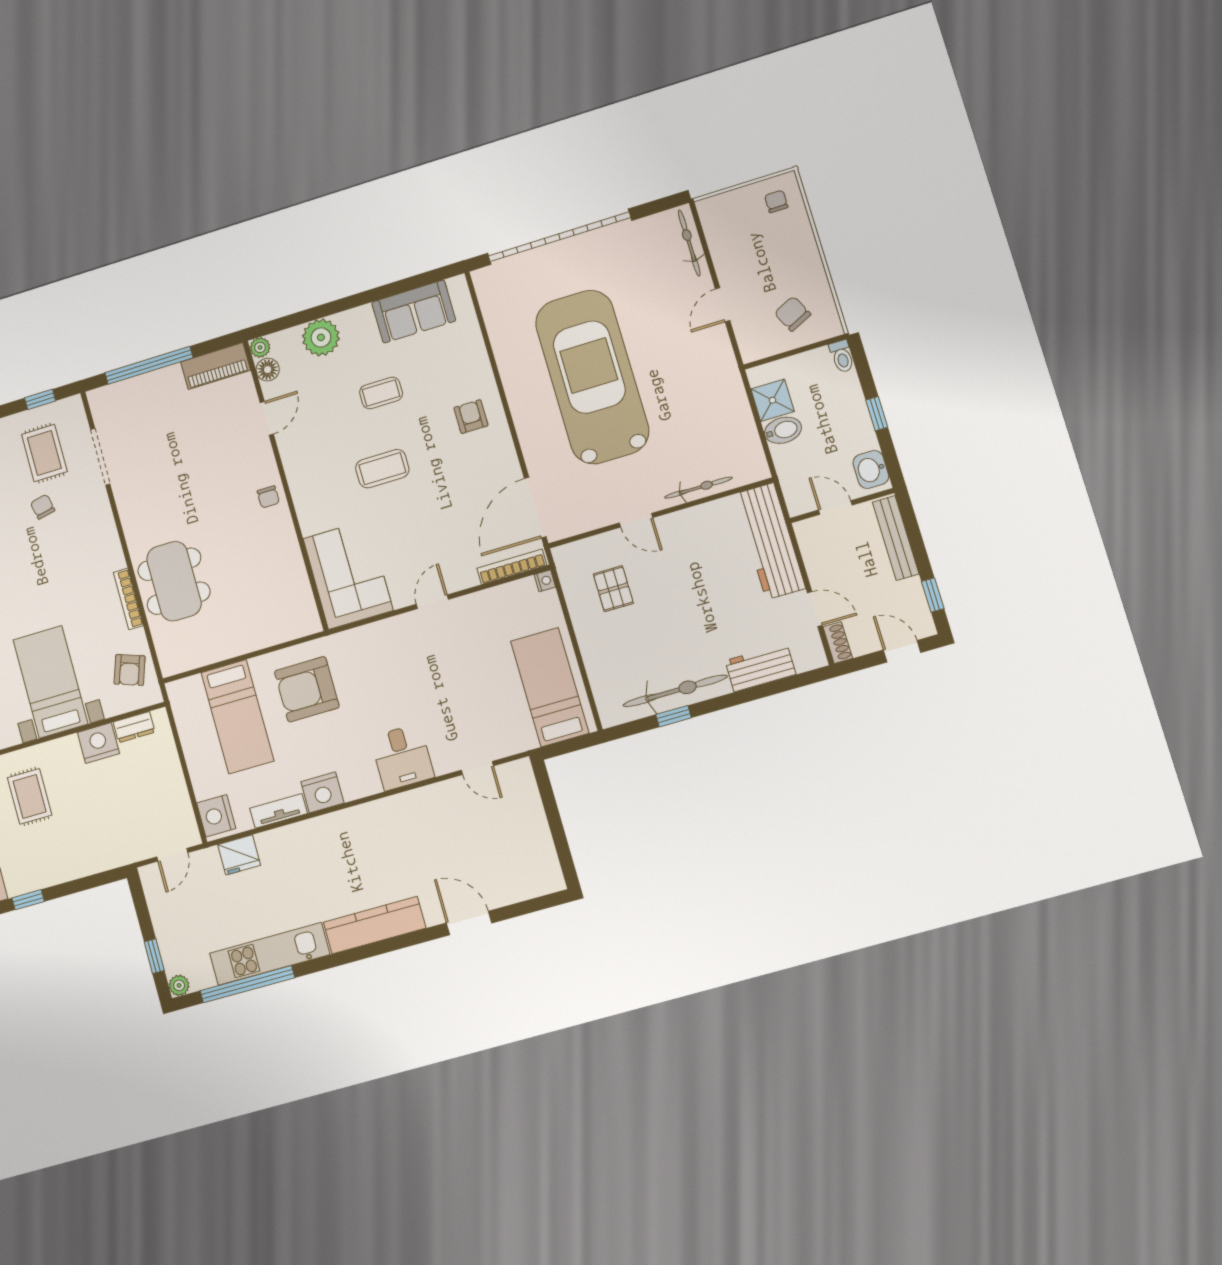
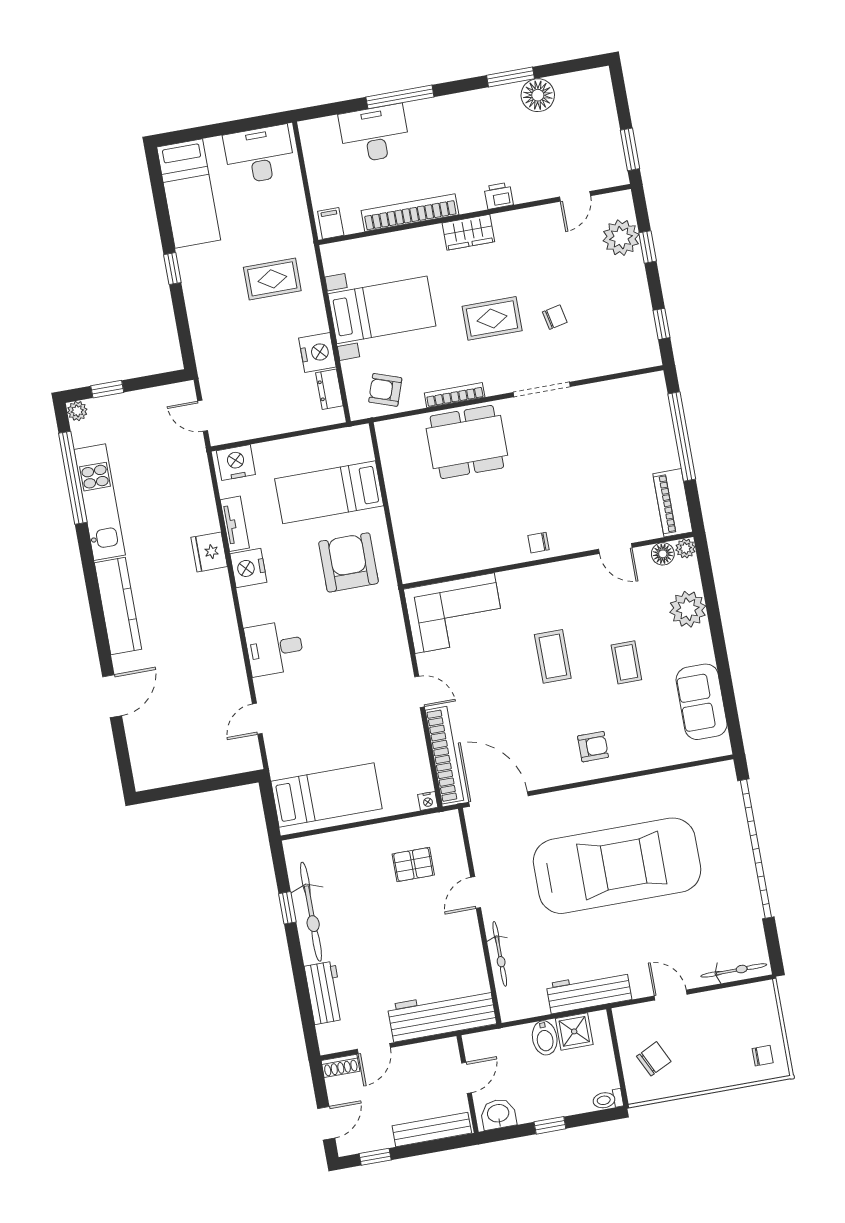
workbench: (728, 390) -> (589, 992), added
rug: (44, 453) -> (492, 318), moved
doorway: (100, 457) -> (542, 390), moved
bookcase: (512, 567) -> (444, 755), width x1.48, depth x1.31
fridge: (239, 855) -> (209, 552), moved

